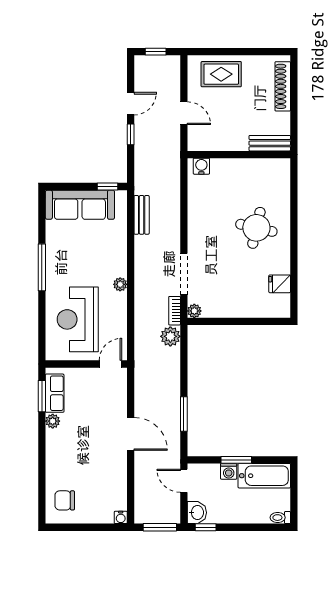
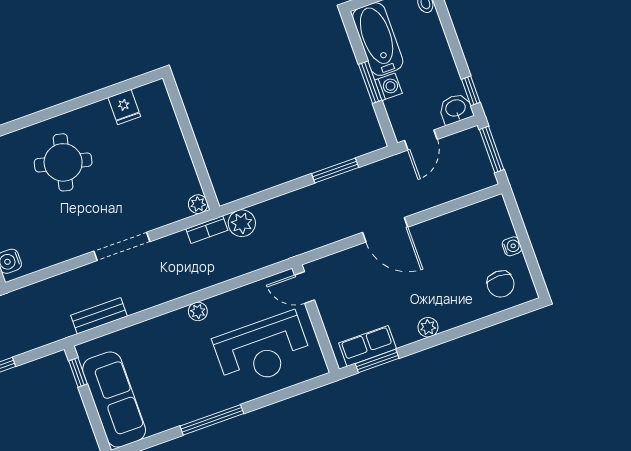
doorway: (184, 274) -> (122, 246), moved
plant: (53, 421) -> (428, 327), moved
door: (131, 434) -> (385, 230), swing flipped
water cooler: (121, 517) -> (512, 246), moved

